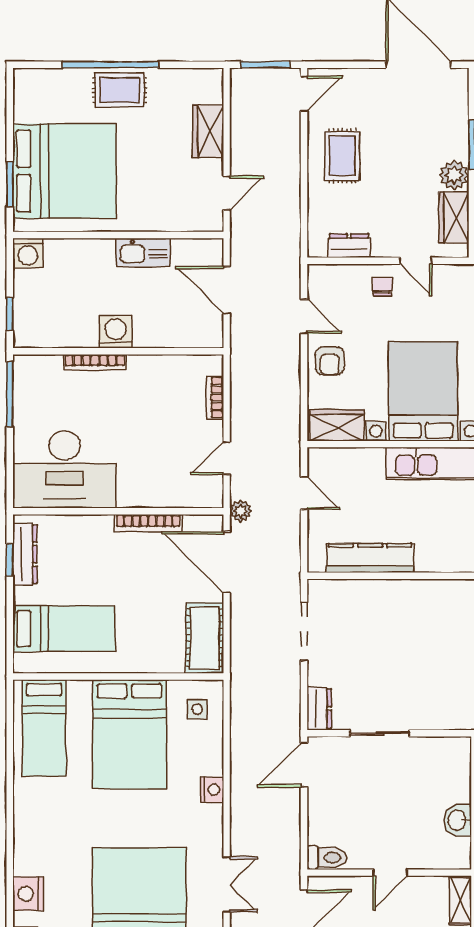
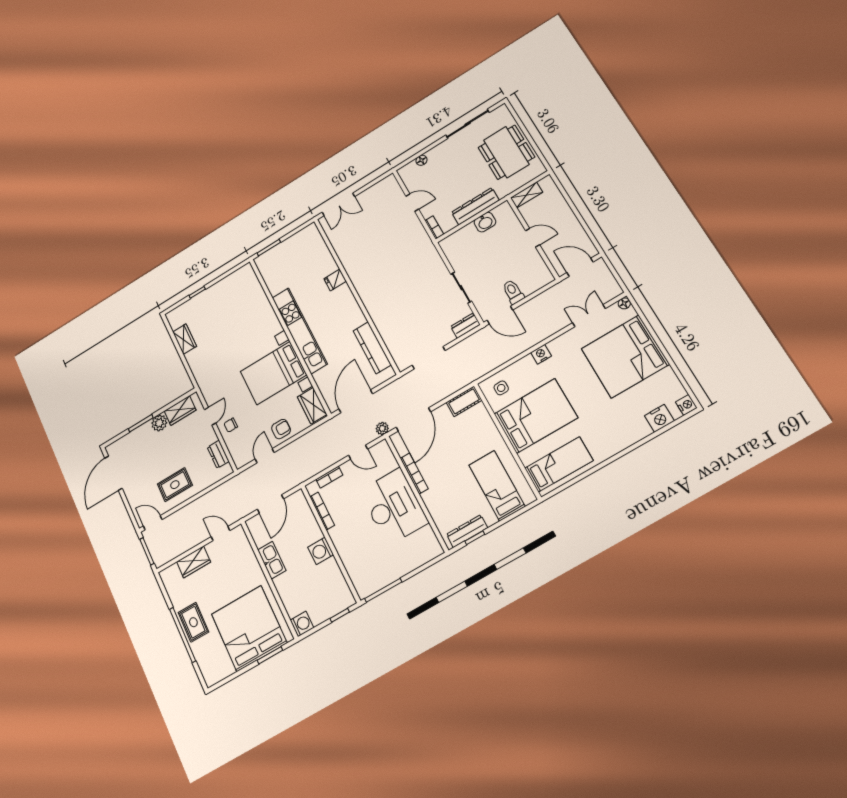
bookcase: (95, 362) -> (322, 511), moved
desk: (65, 469) -> (394, 507), moved
door: (304, 493) -> (356, 401), width x1.88
cot: (205, 638) -> (464, 401), width x0.73, depth x0.75
toilet: (327, 858) -> (513, 292), moved

